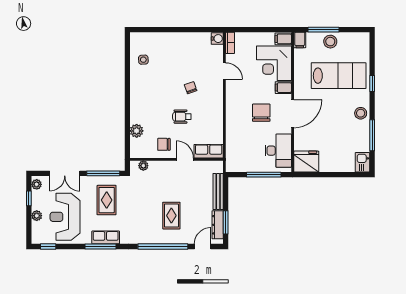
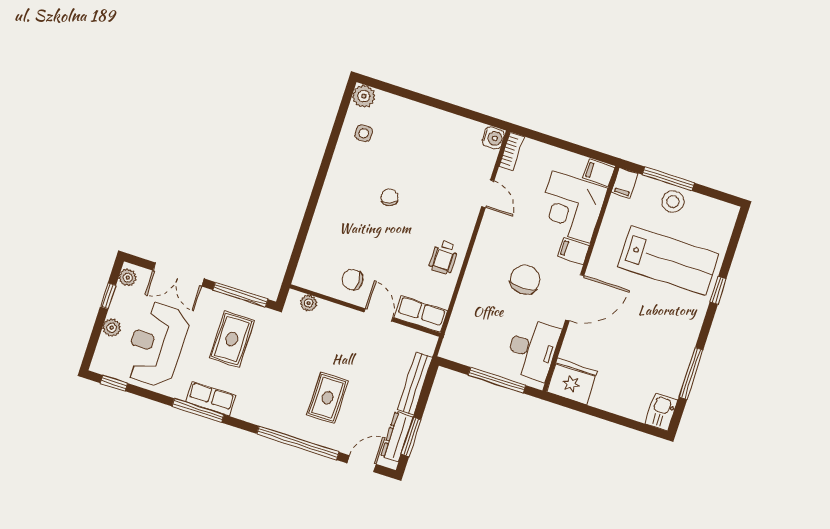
chair: (191, 88) -> (389, 197), moved
stool: (361, 113) -> (684, 332), removed
wheelchair: (182, 117) -> (444, 257), moved, turned -90
plant: (137, 131) -> (364, 96), moved

